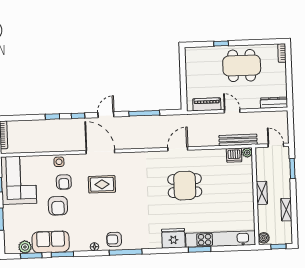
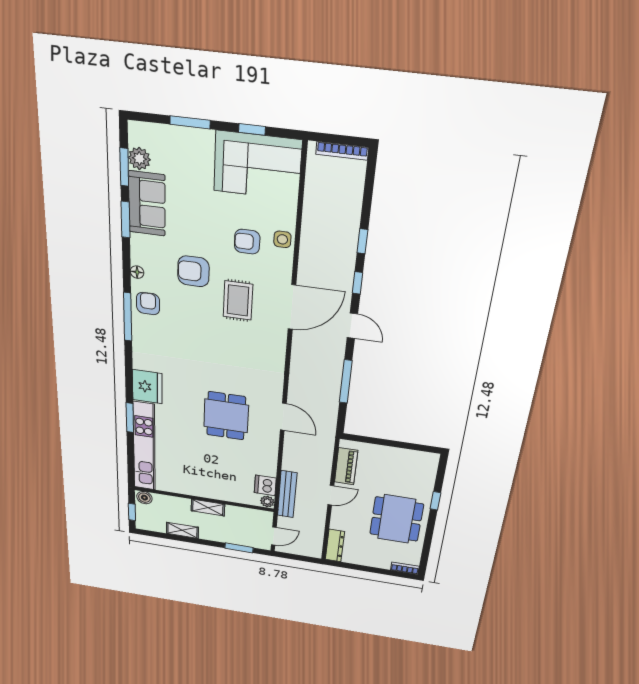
armchair: (58, 206) -> (193, 271), moved

